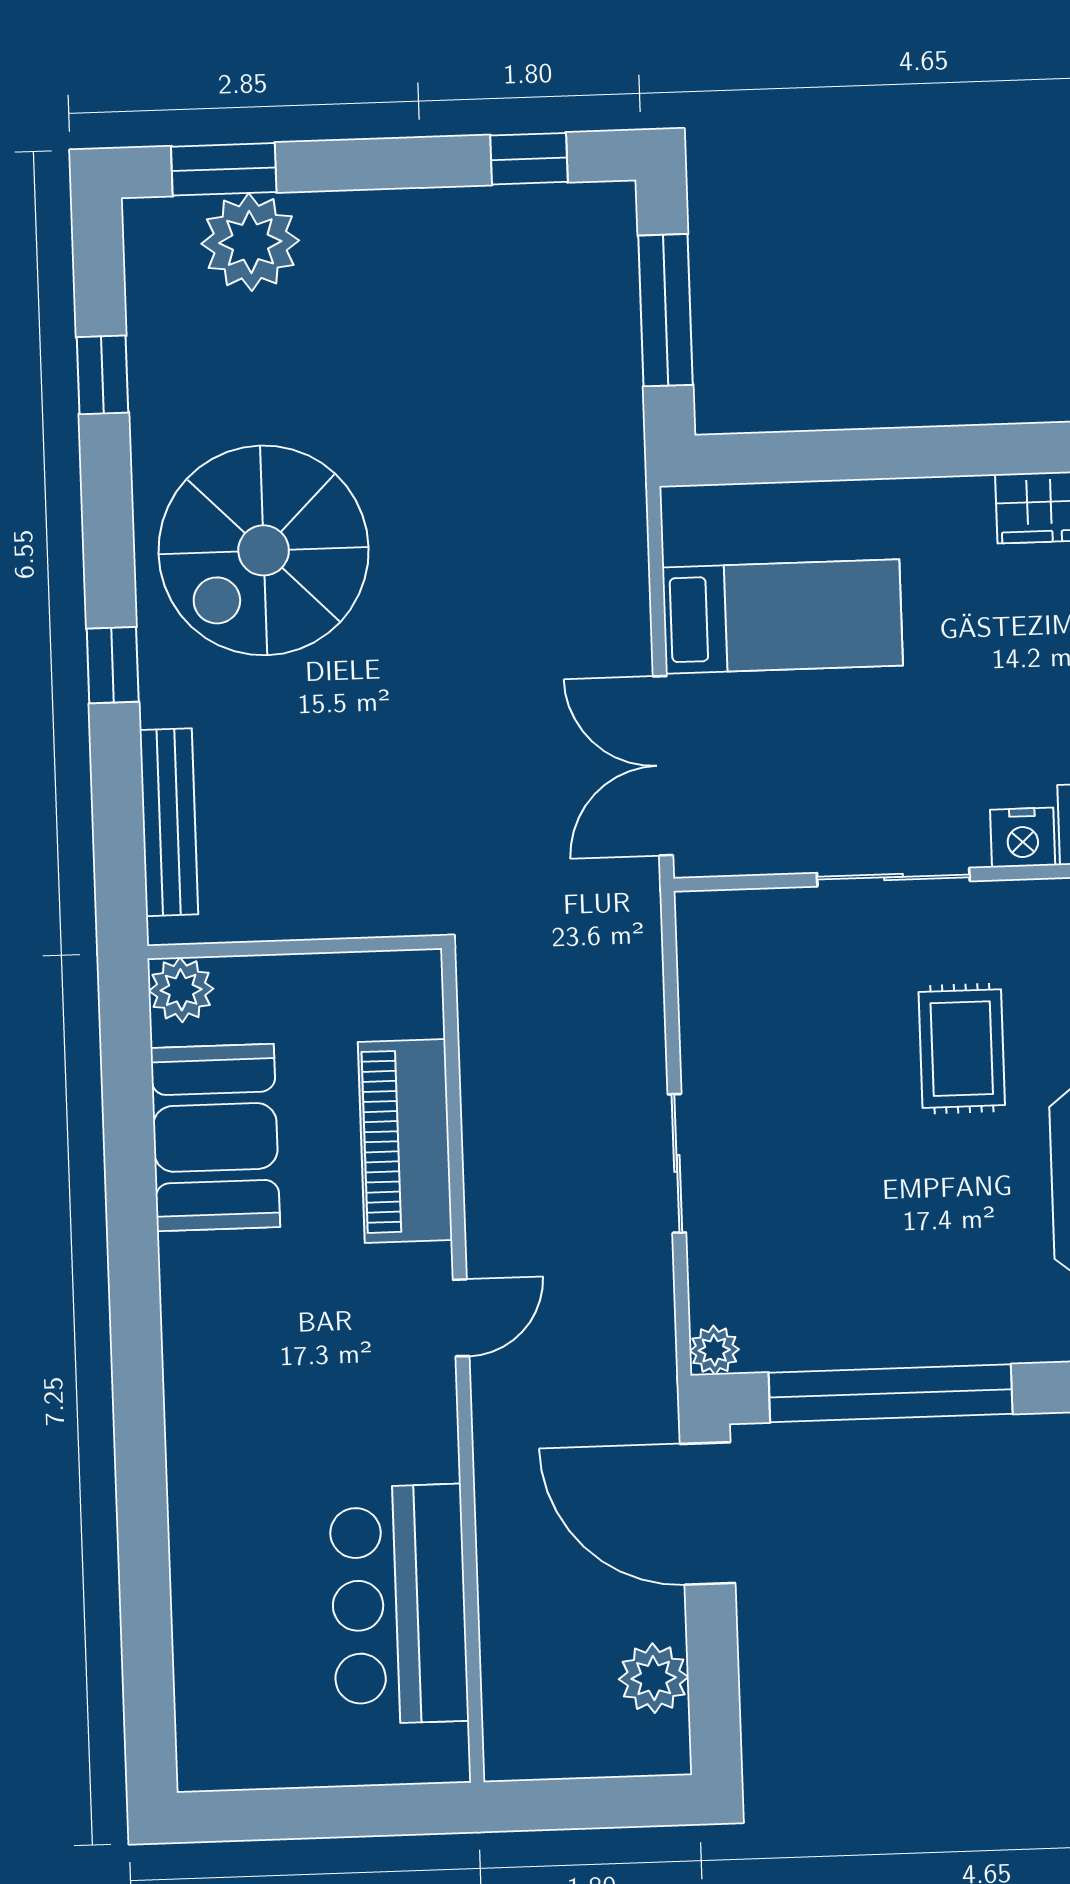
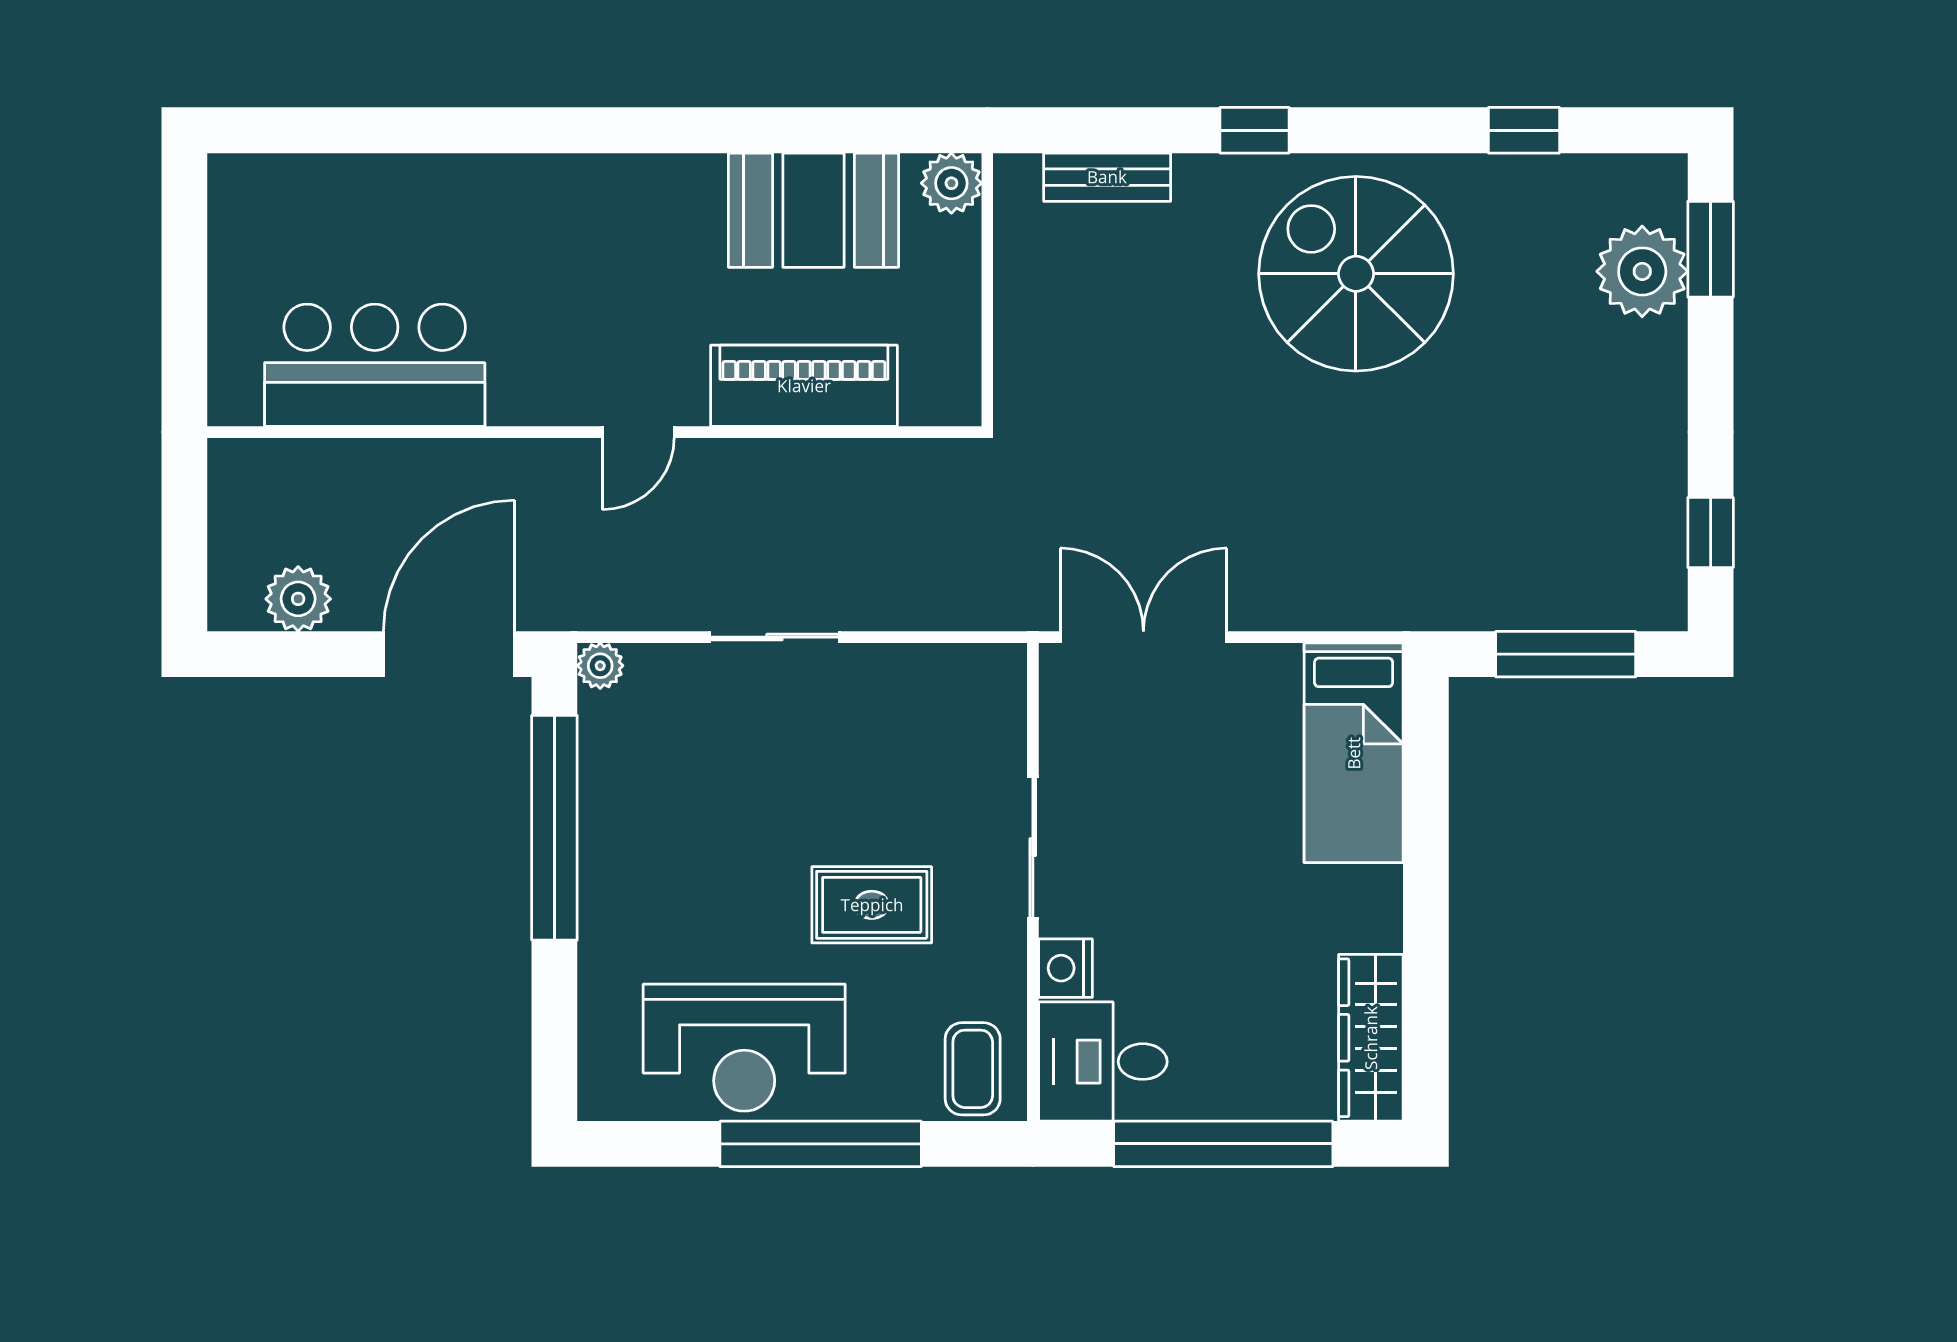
bed: (782, 616) -> (1354, 753), moved
bench: (169, 822) -> (1107, 177), width x0.73
door: (461, 1318) -> (638, 432), hinge flipped

